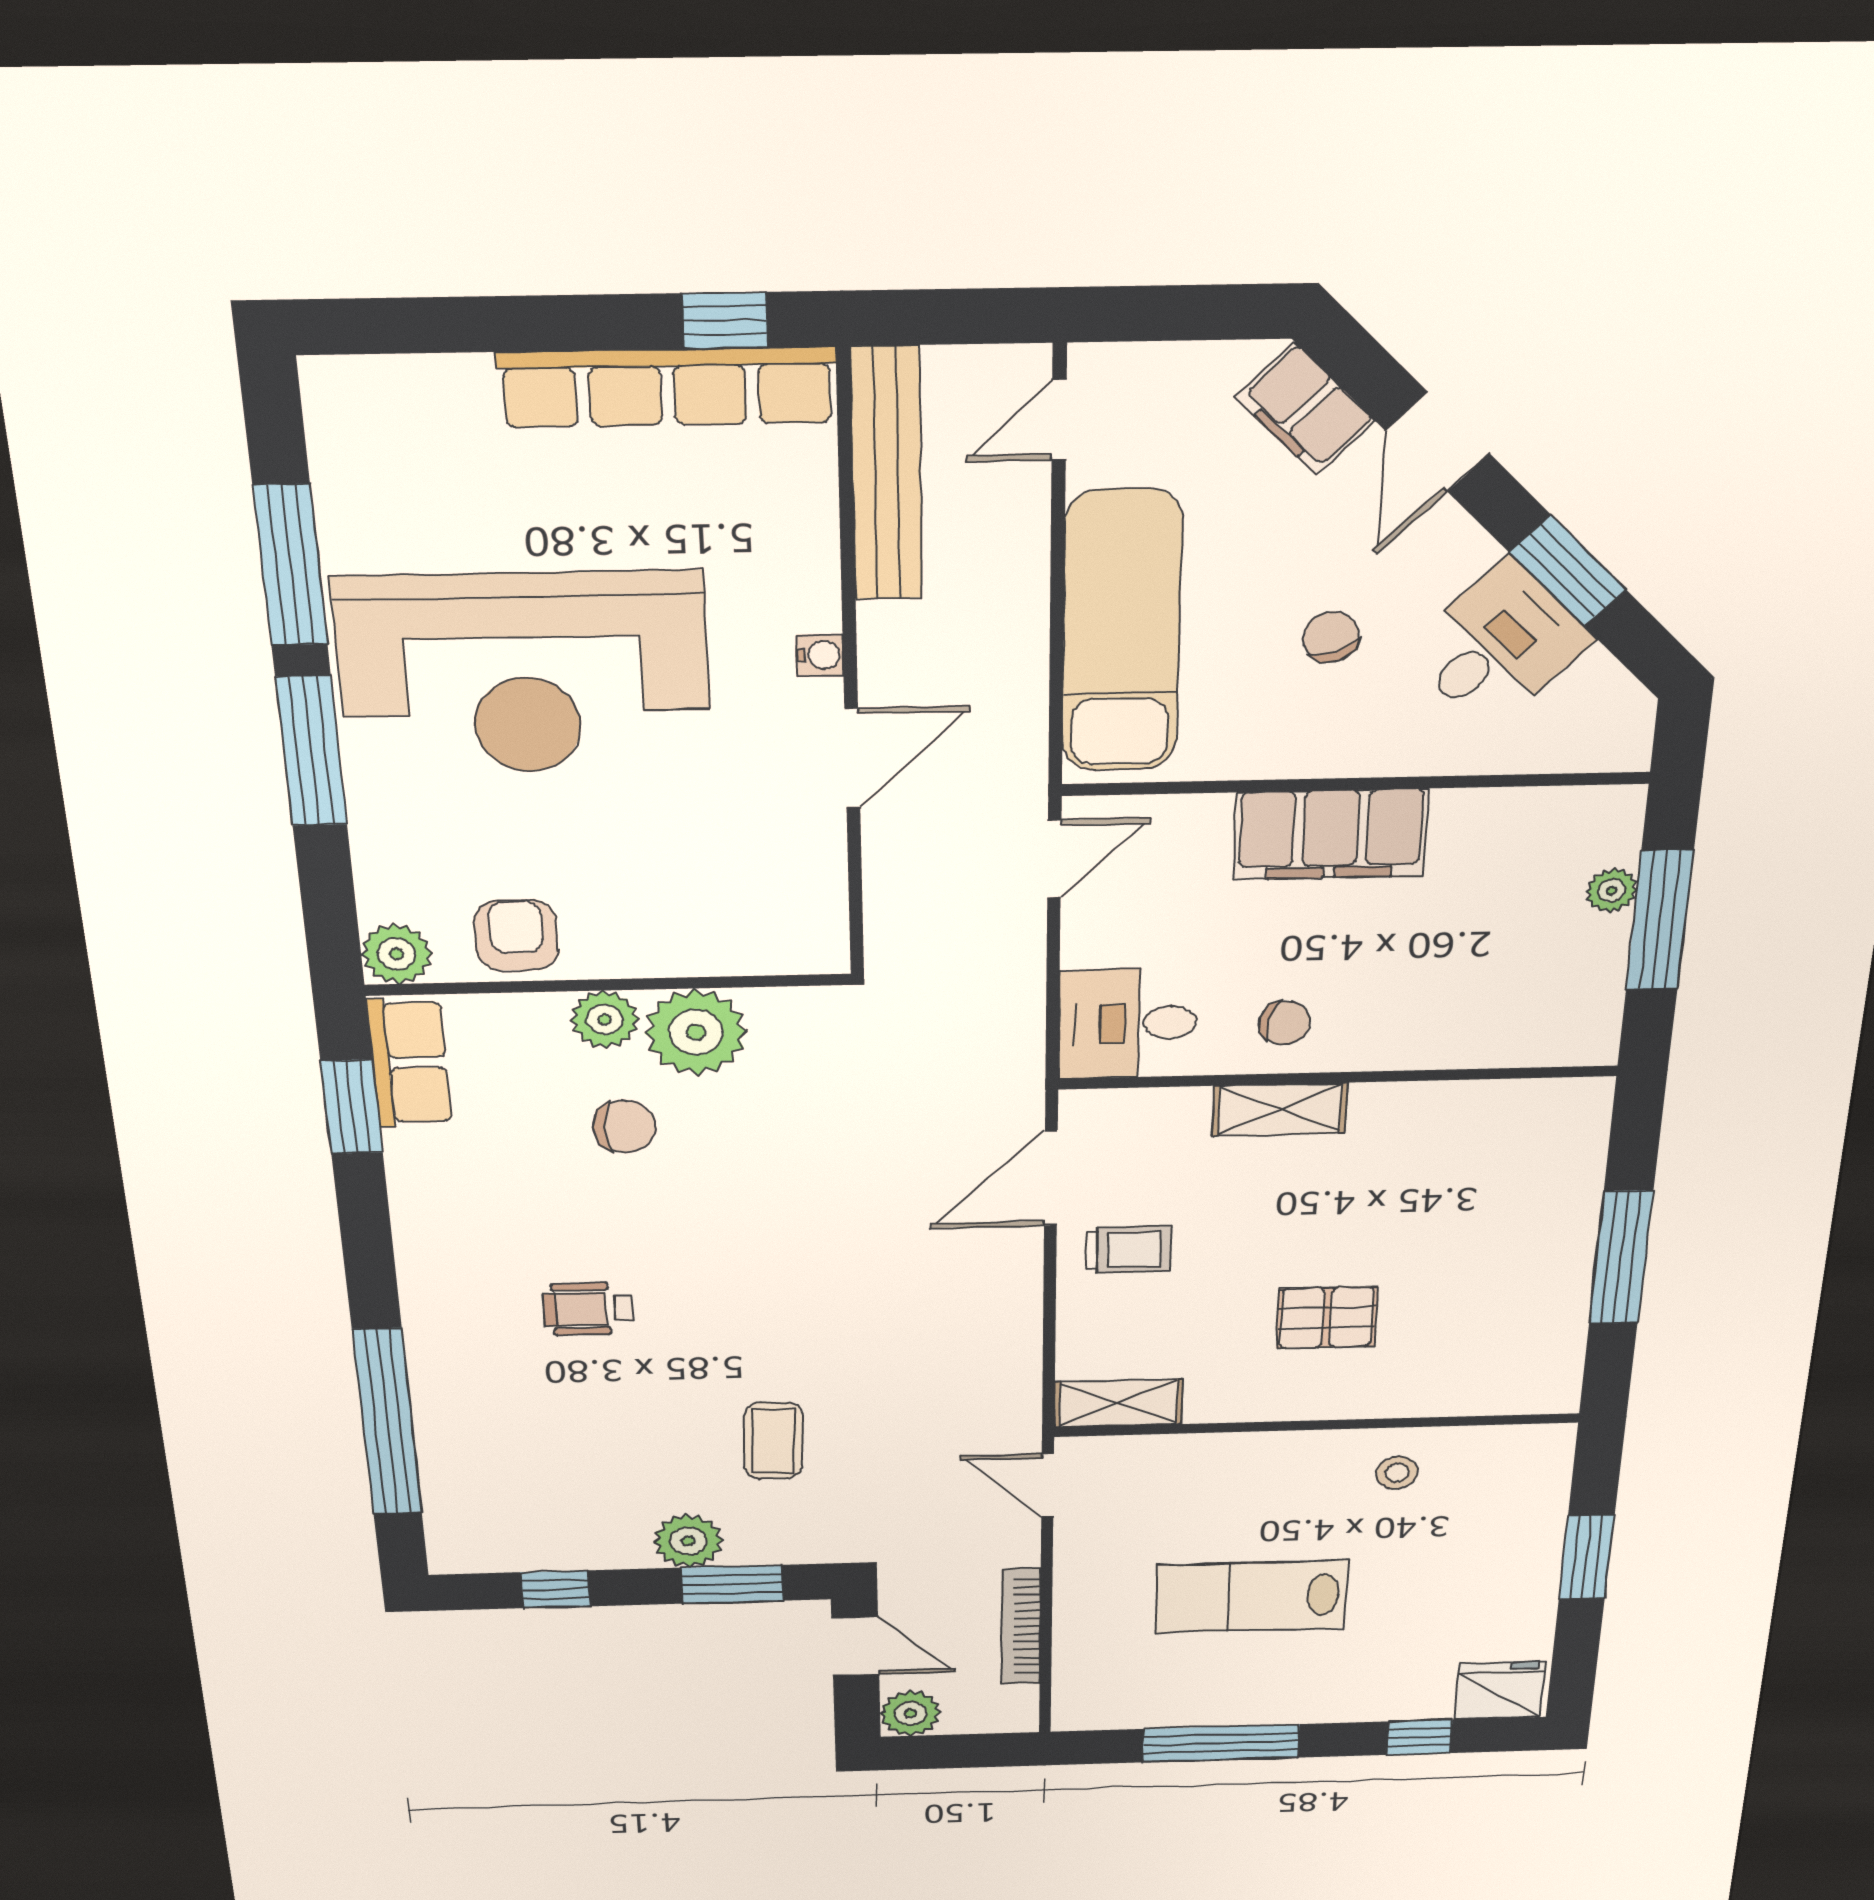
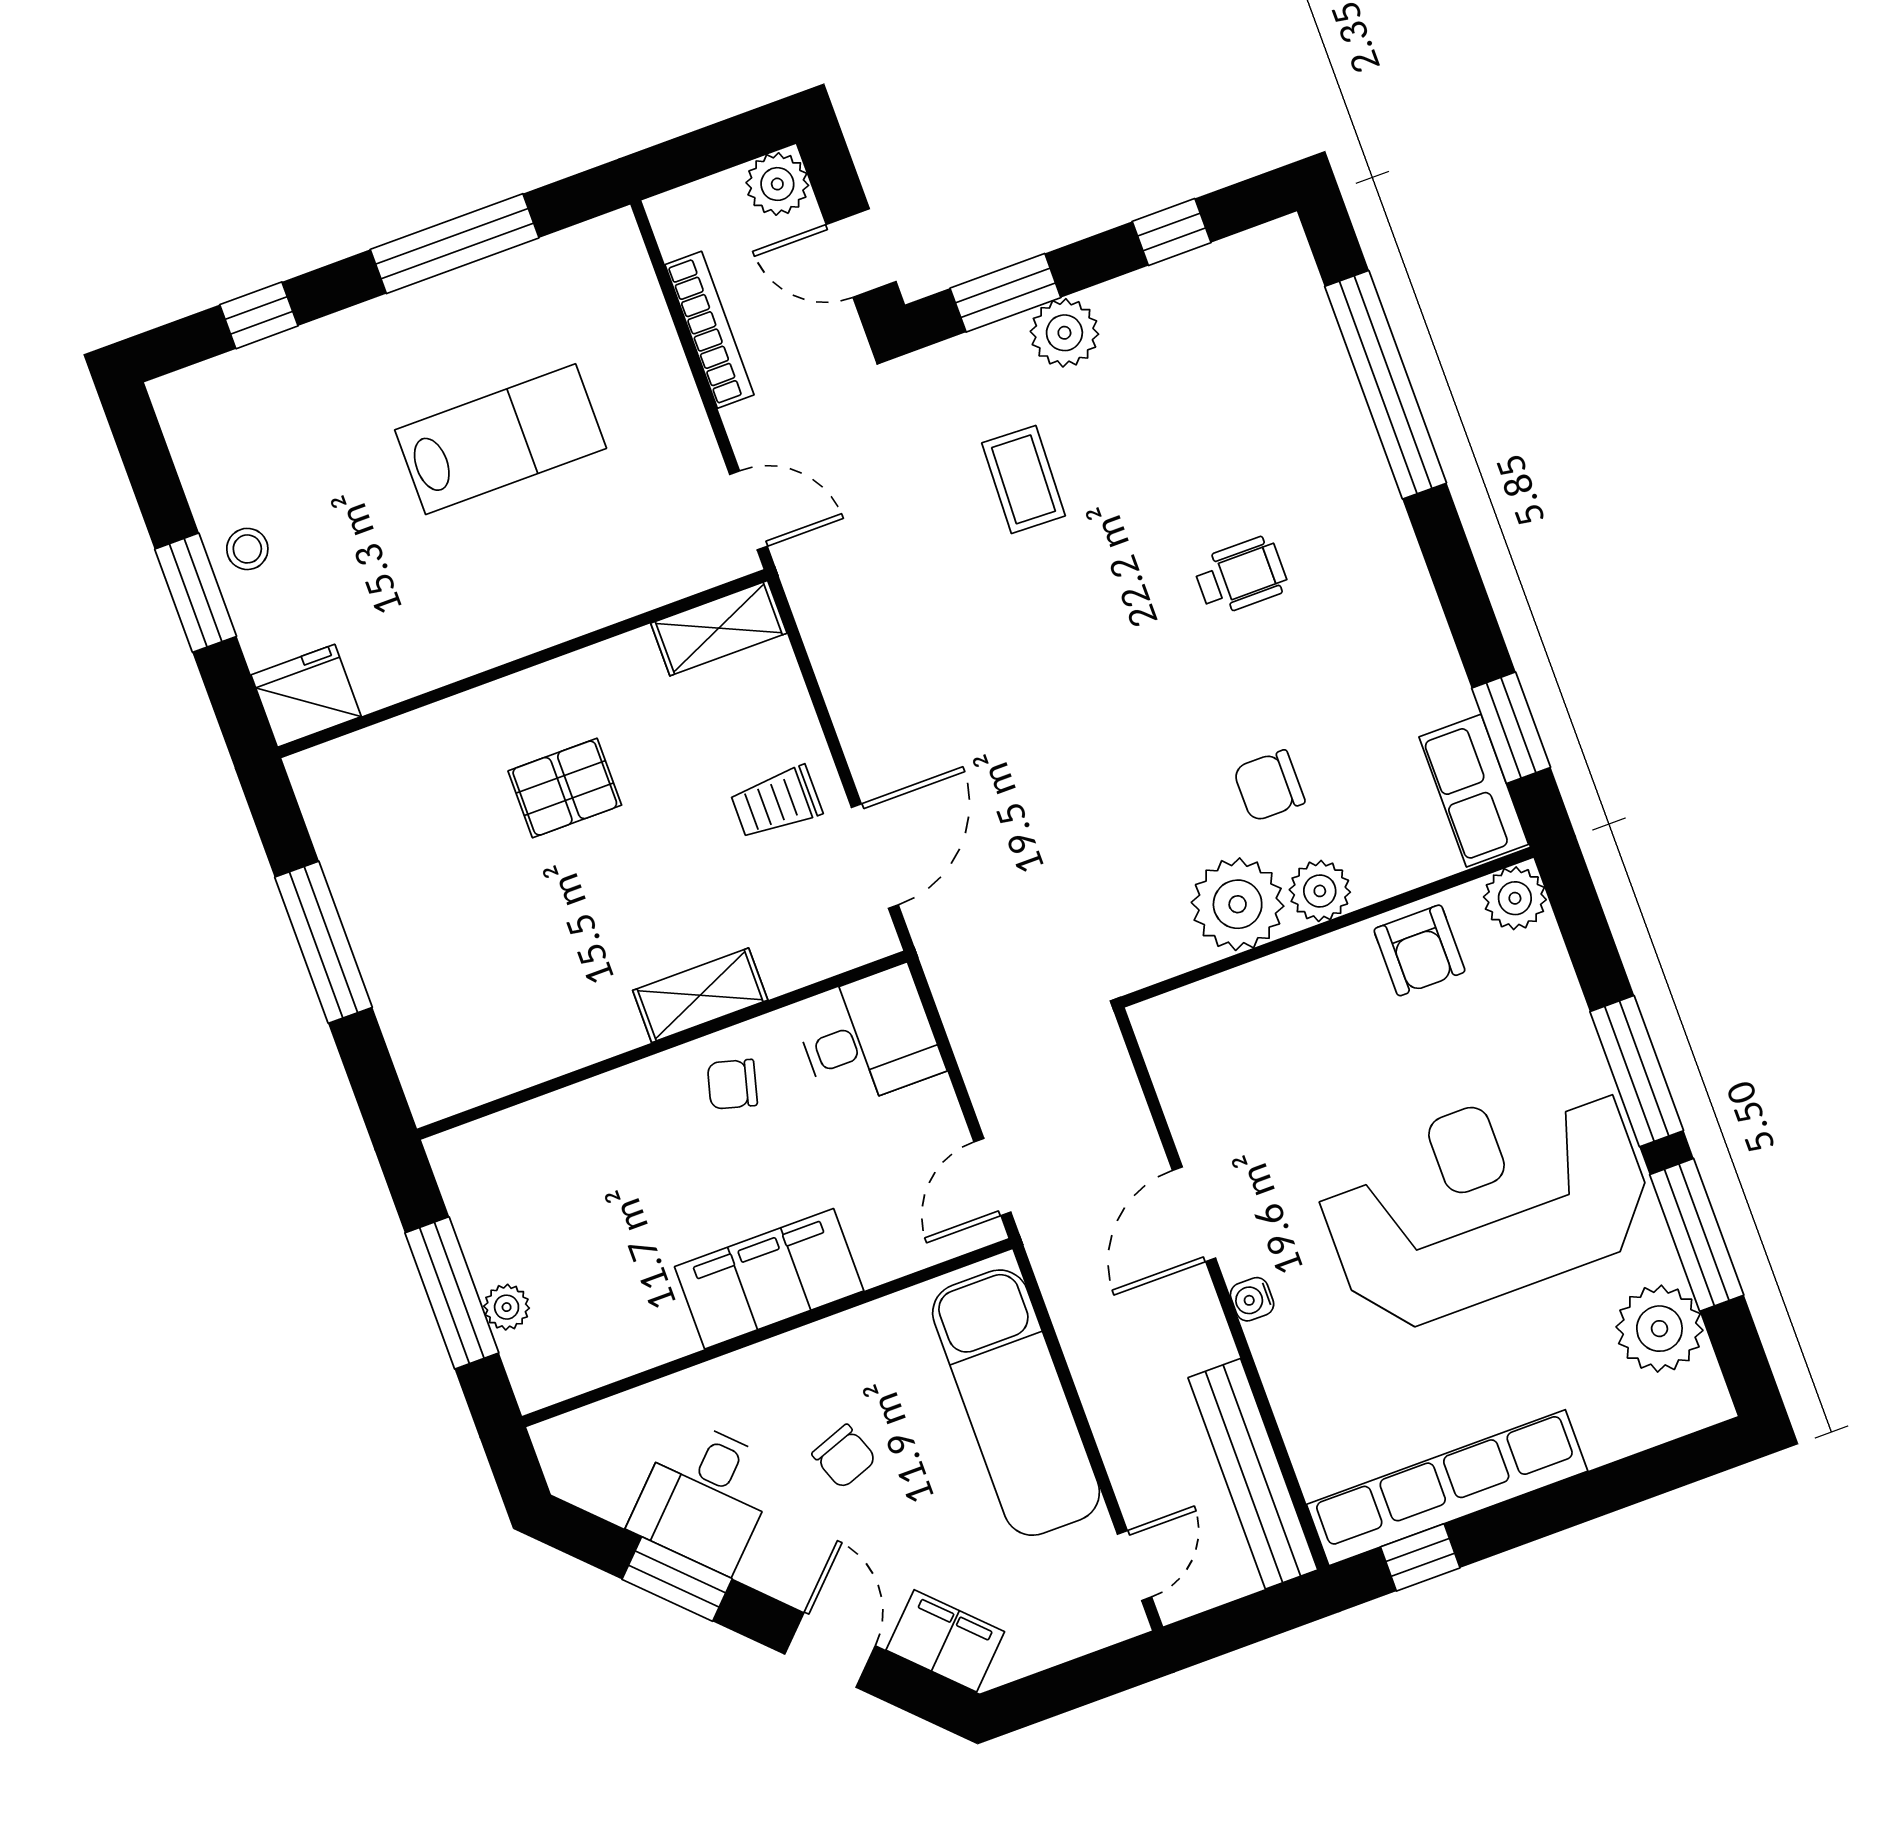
plant: (363, 480) -> (1659, 1329), added
stool: (1397, 1473) -> (247, 549), moved
fridge: (1500, 1690) -> (306, 696), moved, turned 180

